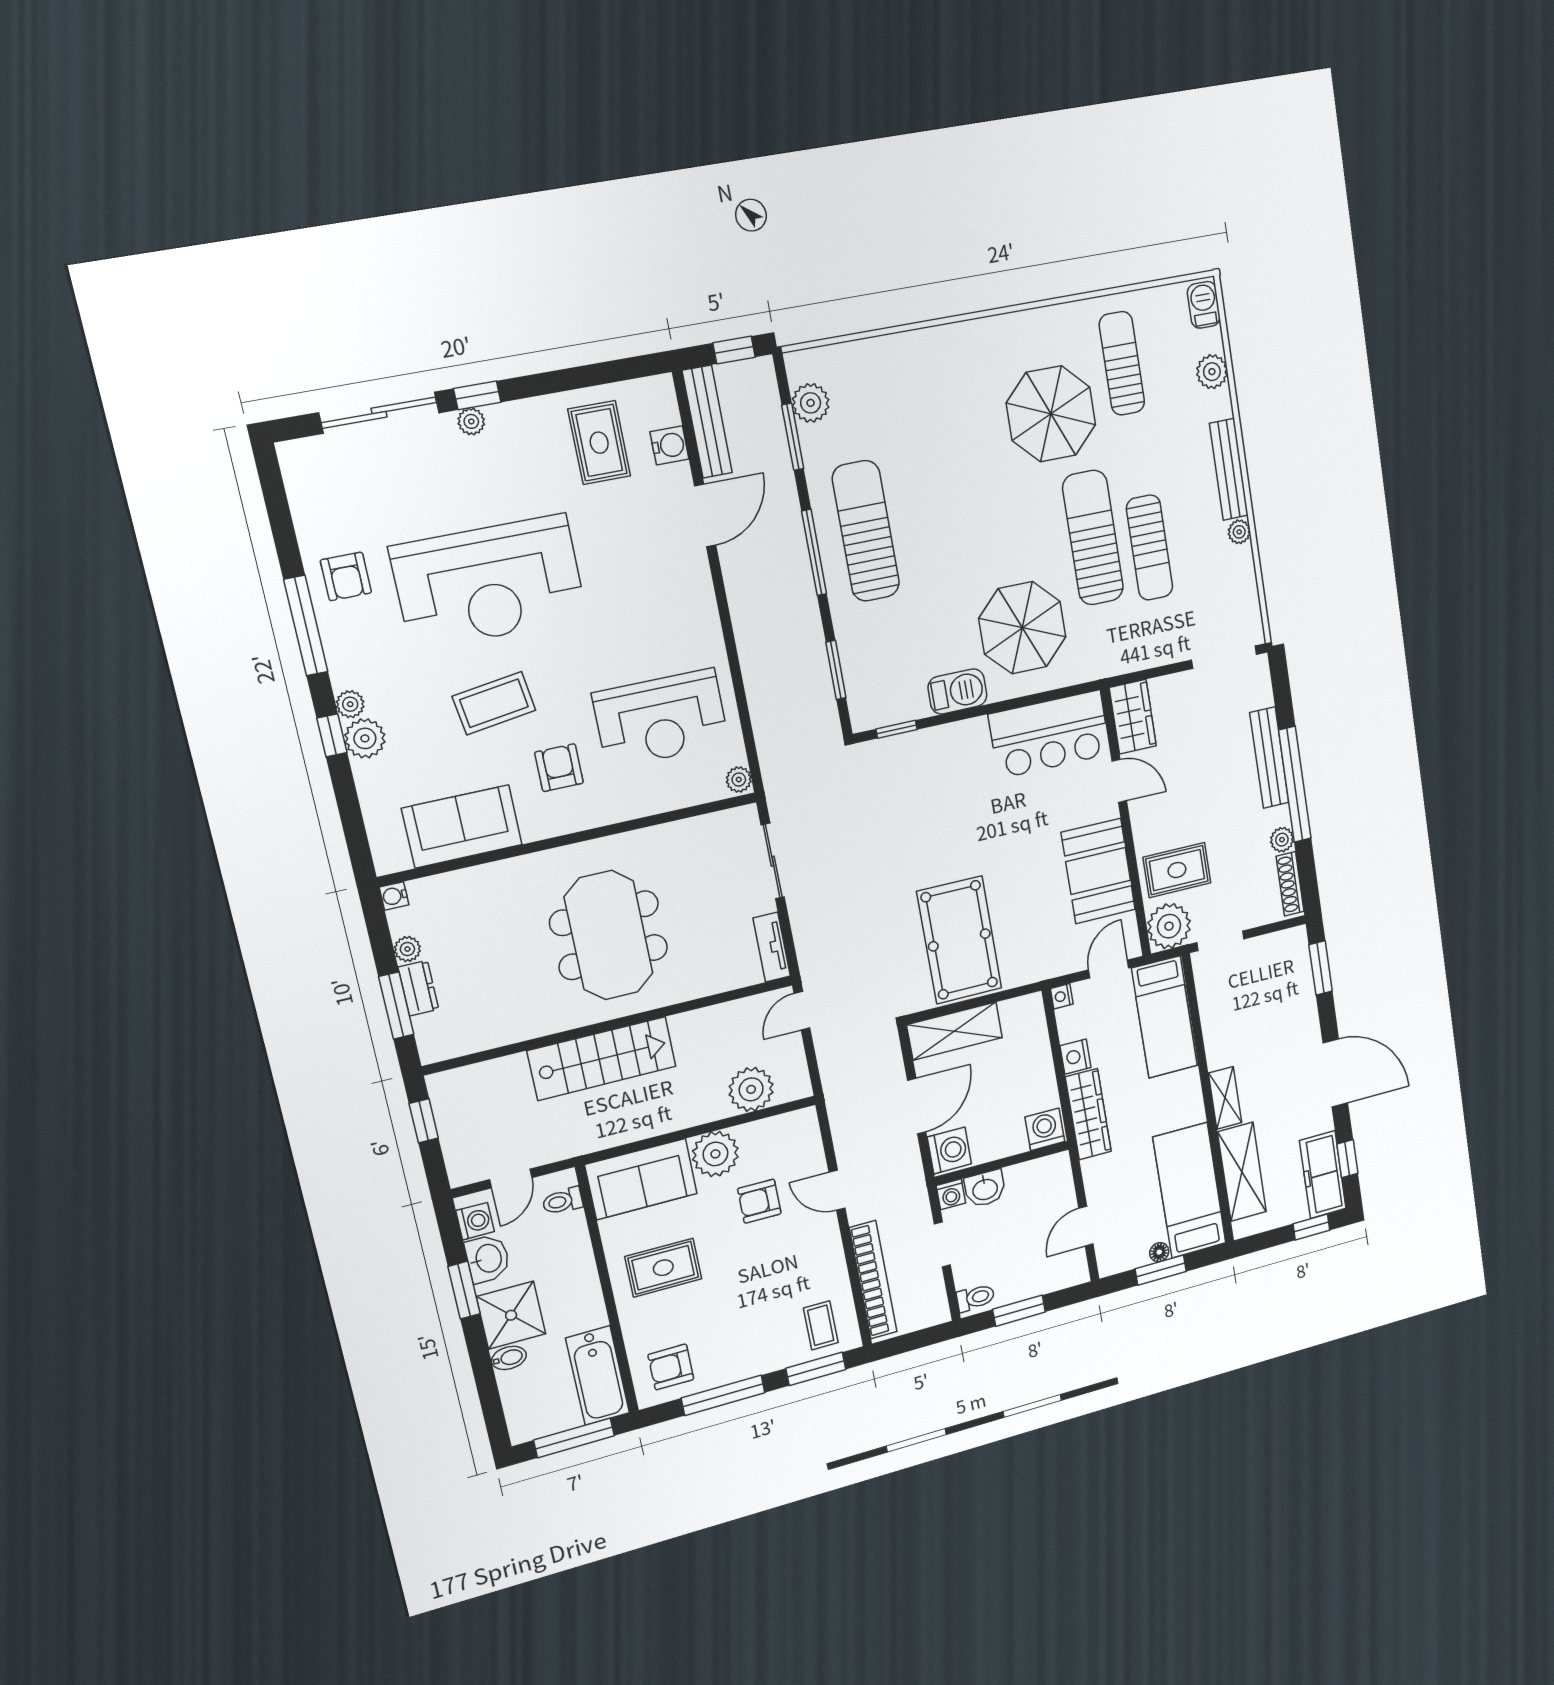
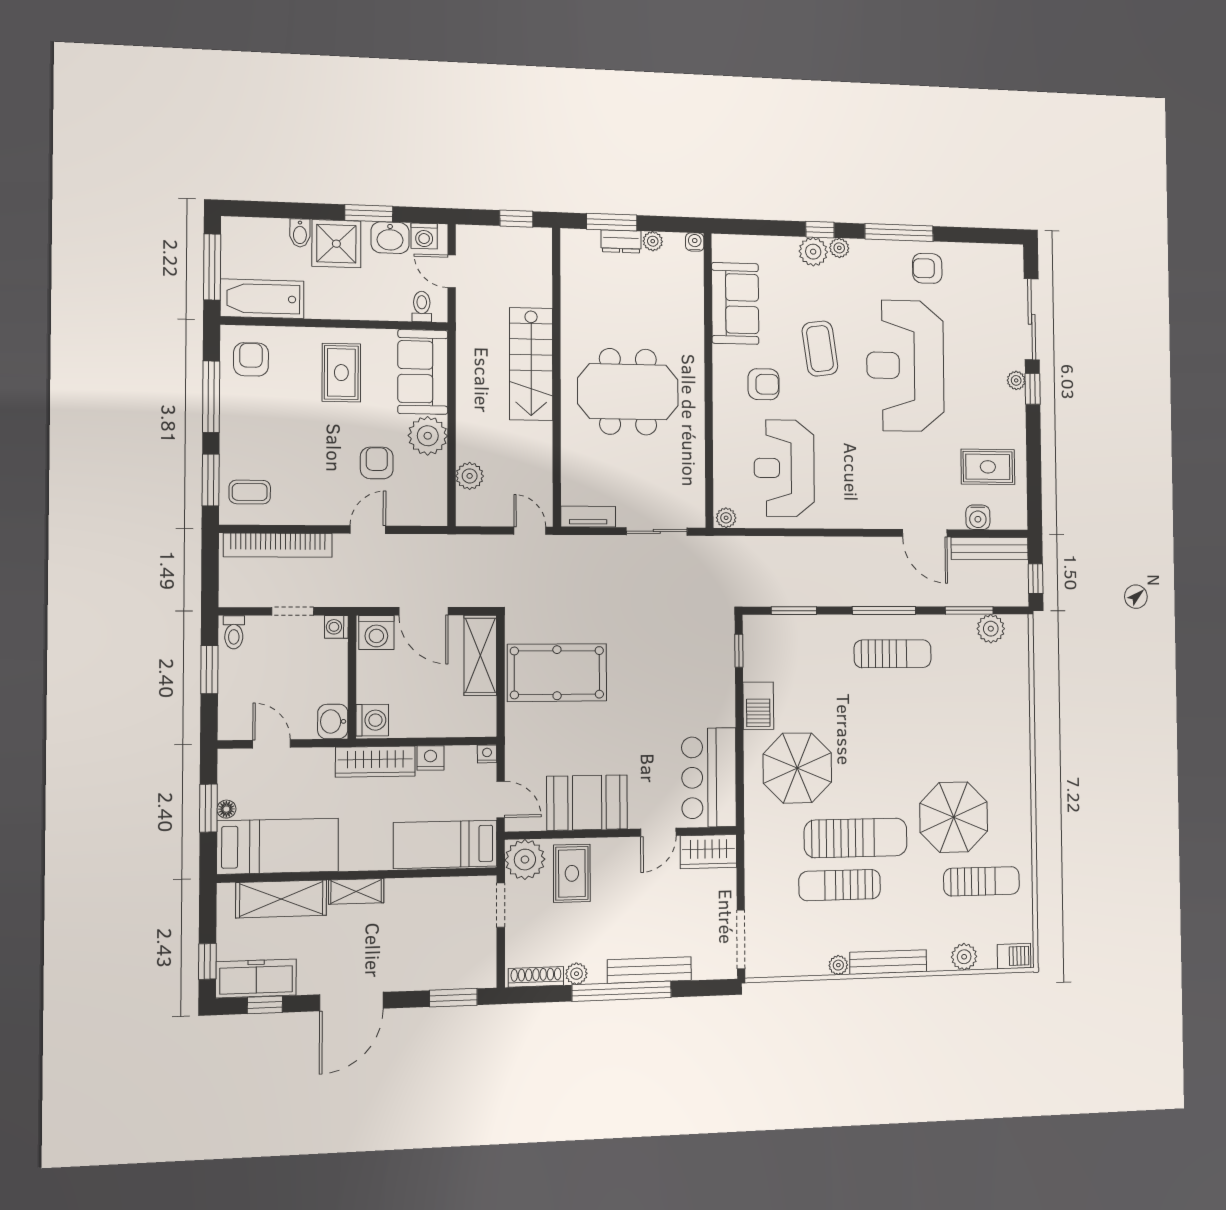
sun lounger: (866, 531) -> (893, 654), width x0.73, depth x0.75
plant: (751, 1089) -> (470, 476), width x0.73, depth x0.73
washbasin: (985, 1189) -> (333, 721), moved

